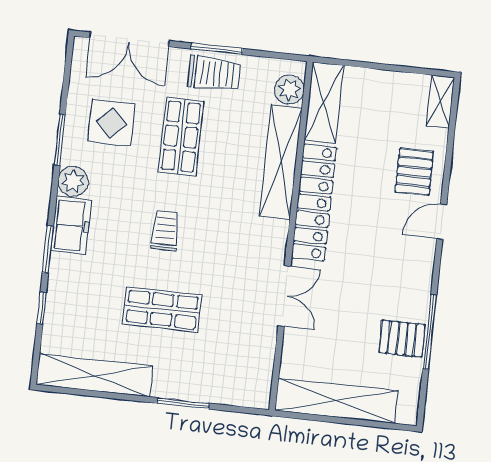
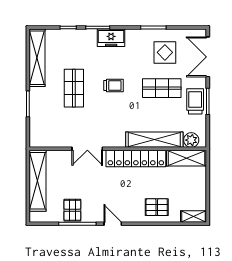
trolley: (214, 73) -> (195, 101), turned 180
plant: (73, 181) -> (133, 36), removed
door: (442, 222) -> (113, 224), moved

